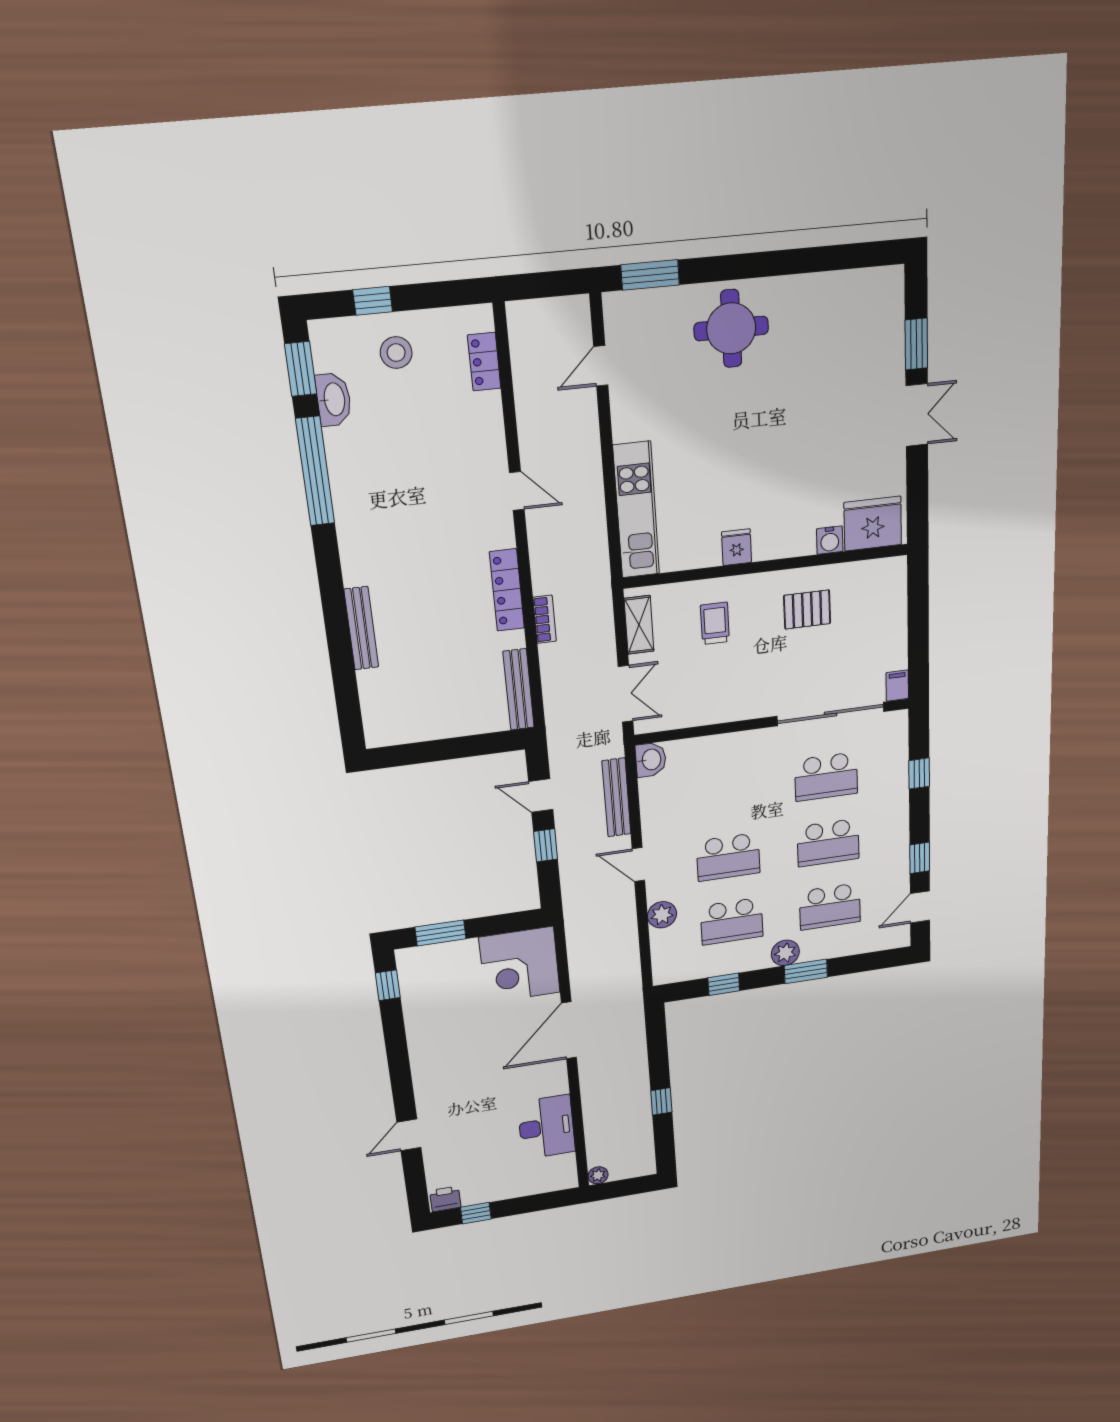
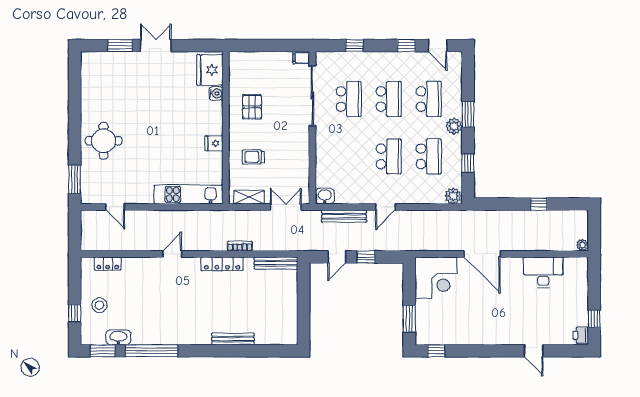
plant: (662, 915) -> (453, 196), moved

